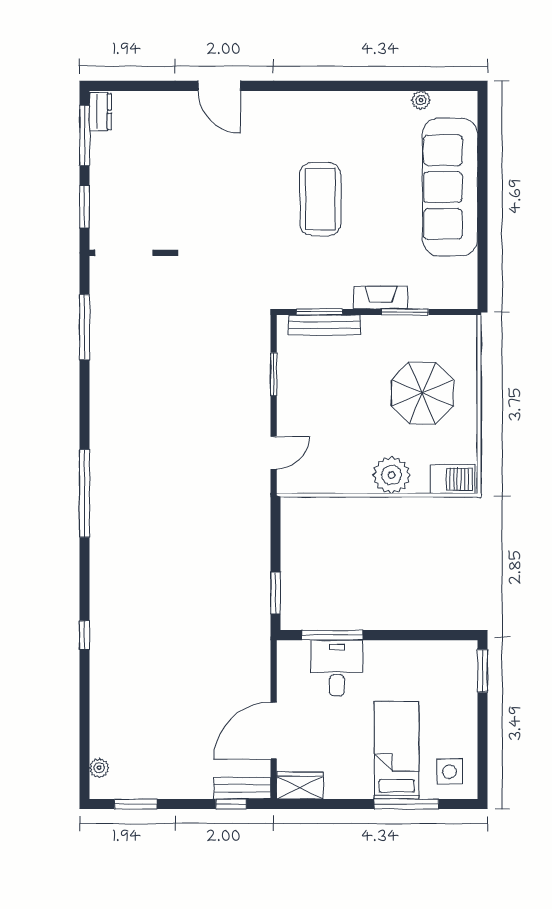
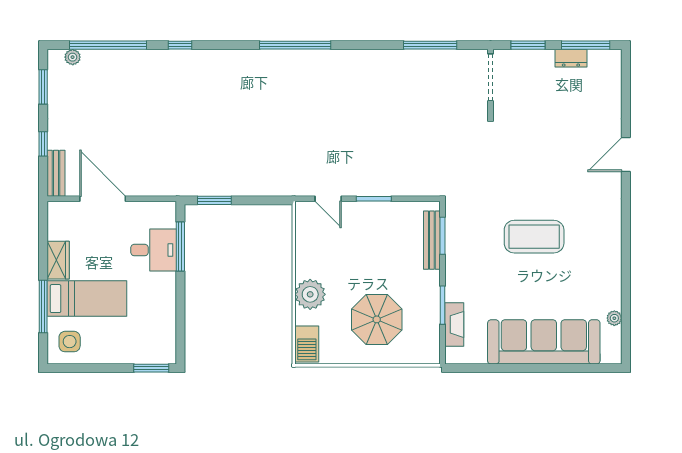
dresser: (100, 112) -> (571, 58), moved
fireplace: (381, 297) -> (454, 324), moved
window: (274, 374) -> (374, 199), moved
window: (84, 724) -> (108, 45), added
wardrobe: (300, 786) -> (58, 260), moved
window: (231, 804) -> (43, 144), moved

